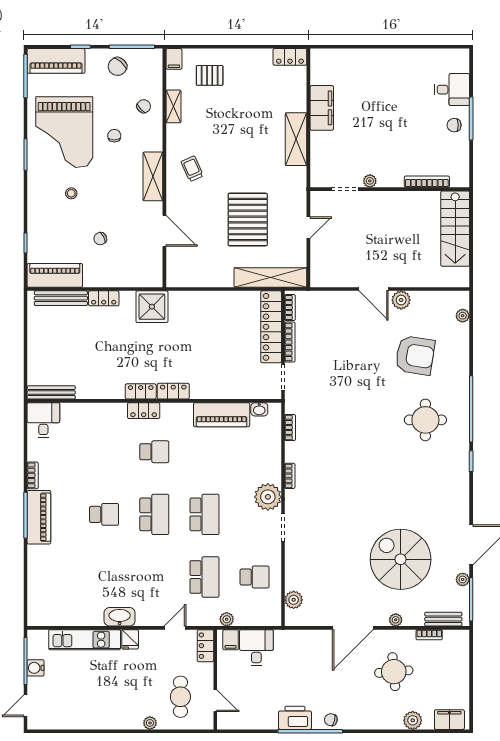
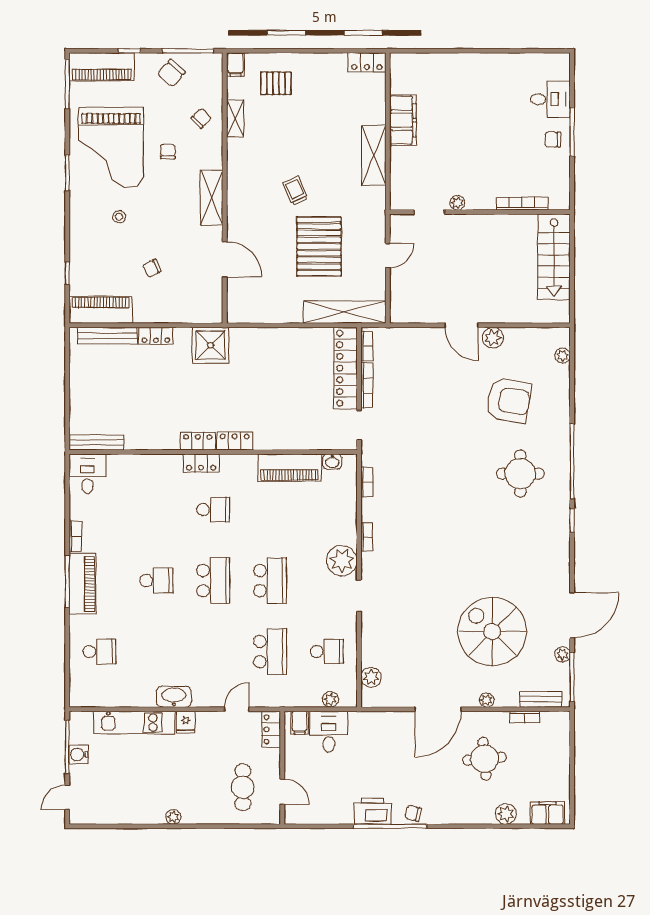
trolley: (192, 169) -> (295, 191), moved
school desk: (54, 577) -> (99, 652), added
plant: (227, 619) -> (330, 699), moved
plant: (150, 723) -> (173, 817), moved

